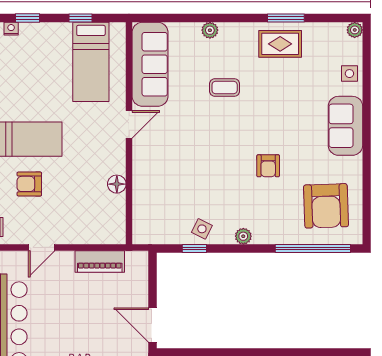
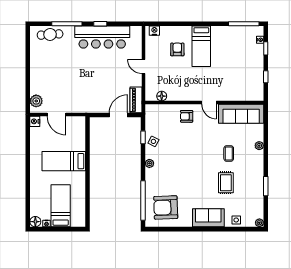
rug: (280, 44) -> (226, 183), moved
bed: (91, 62) -> (242, 82), removed
armchair: (268, 166) -> (187, 116), moved
floor lamp: (117, 184) -> (162, 96), moved
door: (42, 247) -> (144, 66), moved
piano: (100, 261) -> (136, 100), moved
door: (152, 325) -> (118, 115), moved

